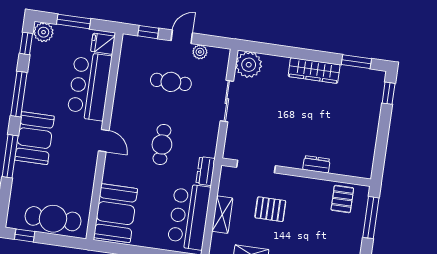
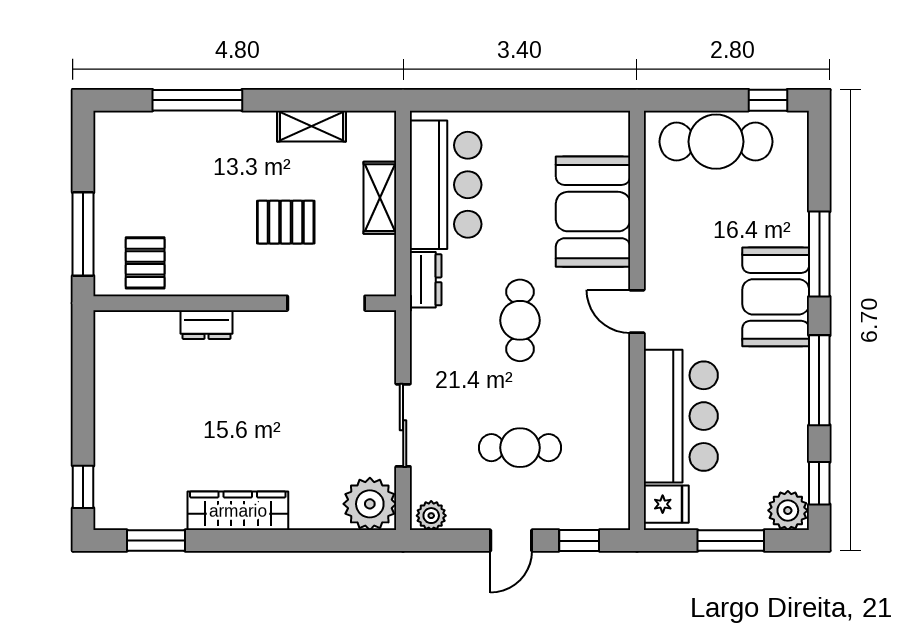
plant: (200, 52) -> (431, 516), moved
booth: (116, 213) -> (593, 212), moved

